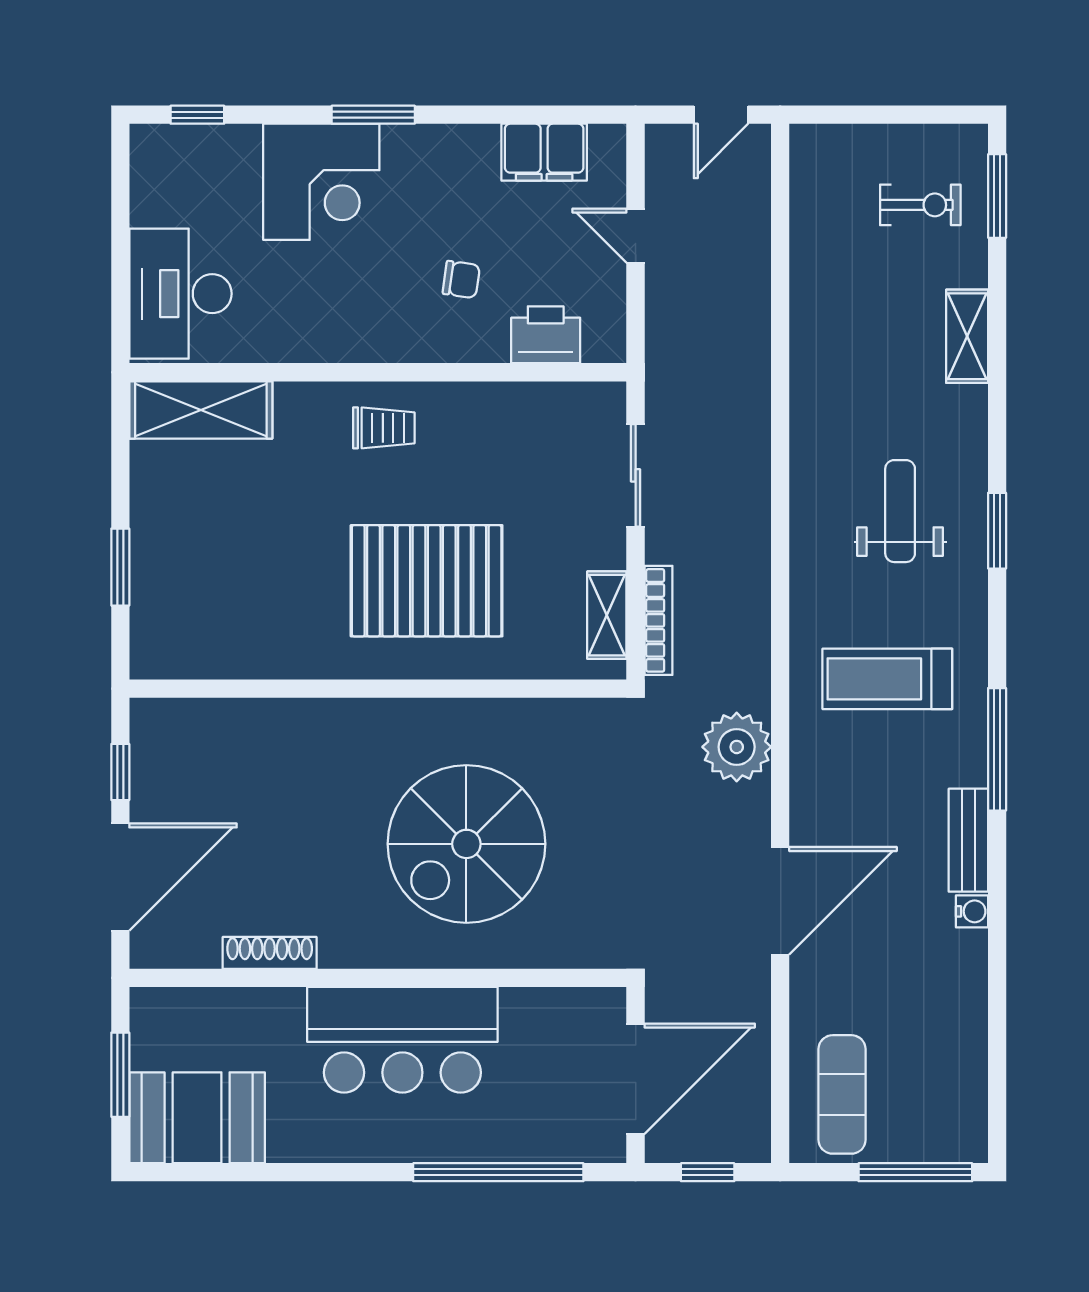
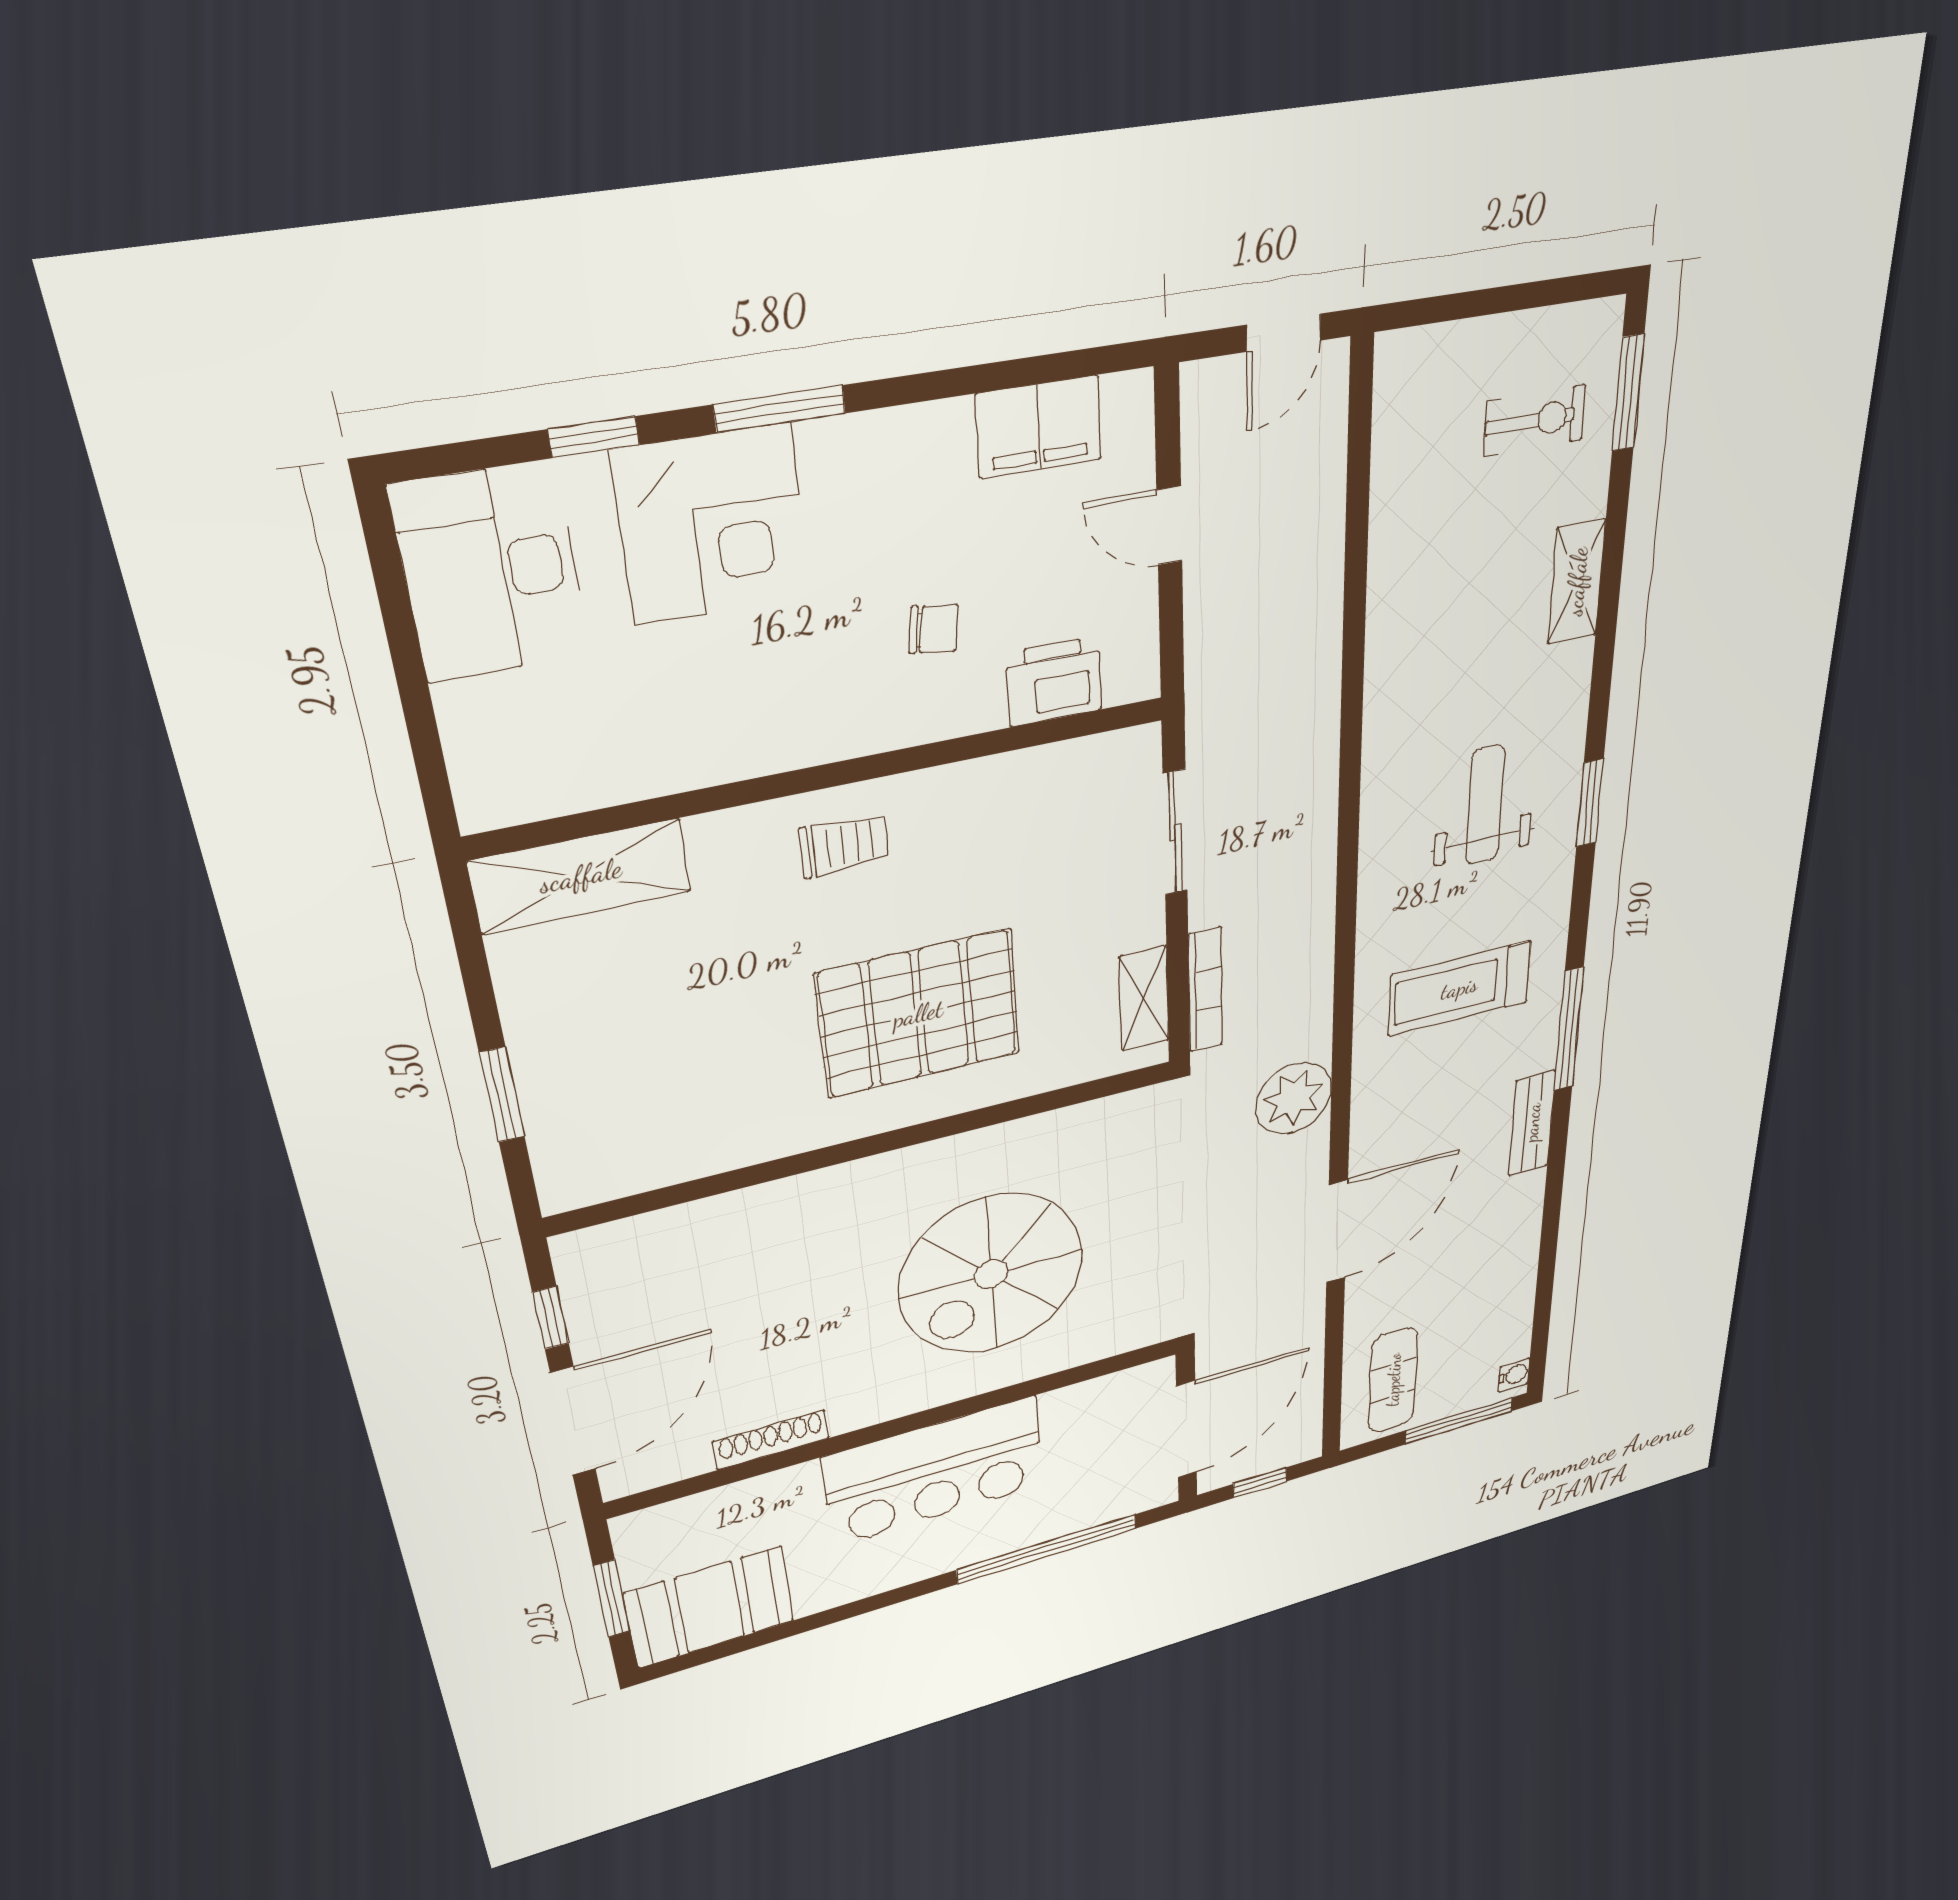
window: (197, 115) -> (594, 437), moved
desk: (180, 294) -> (491, 572), moved
water cooler: (972, 911) -> (1514, 1375), moved

